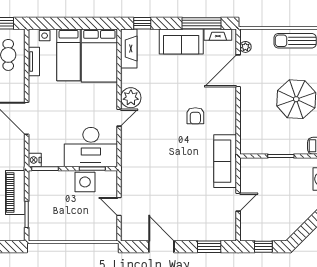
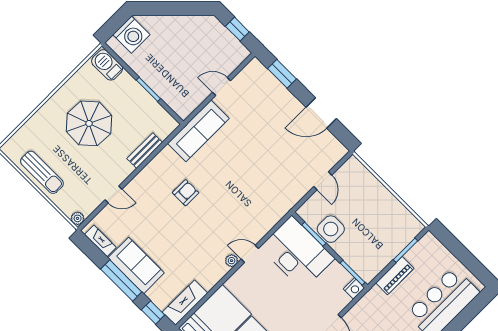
window: (201, 23) -> (121, 281), moved
plant: (245, 47) -> (78, 218), moved
door: (238, 71) -> (113, 194), width x0.53
plant: (131, 98) -> (232, 261), width x0.53, depth x0.53
bench: (246, 117) -> (145, 151), added
piano: (15, 193) -> (395, 276), width x0.73, depth x0.75
door: (161, 247) -> (321, 113), hinge flipped

